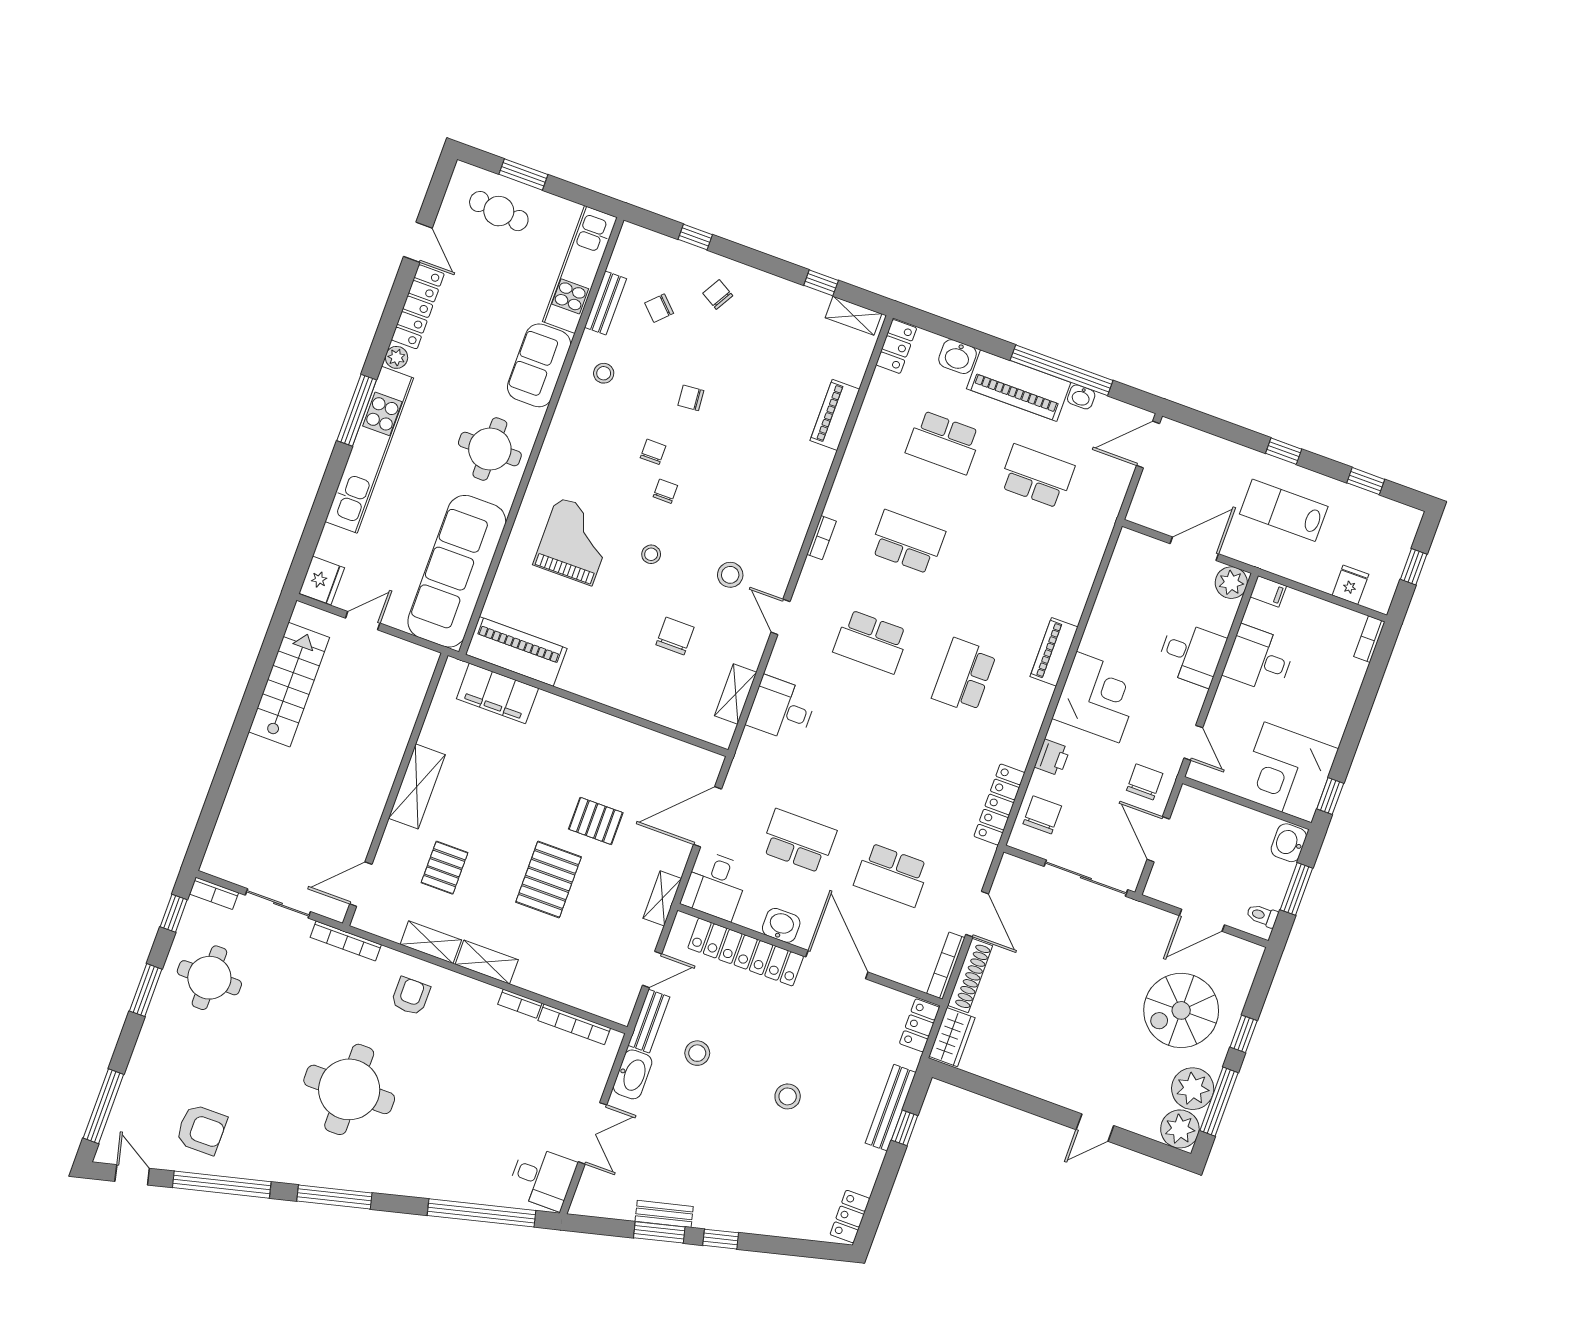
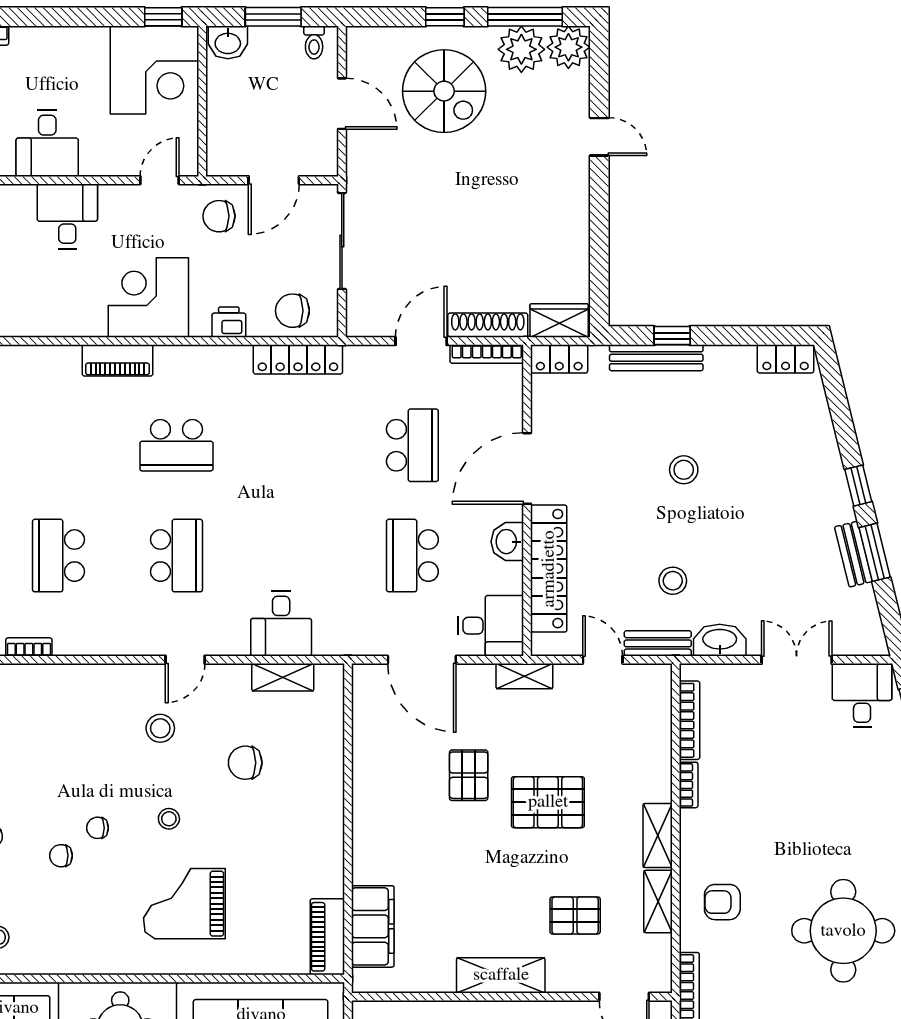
bookcase: (822, 538) -> (29, 647), moved
piano: (516, 651) -> (327, 937), width x0.73, depth x0.75

